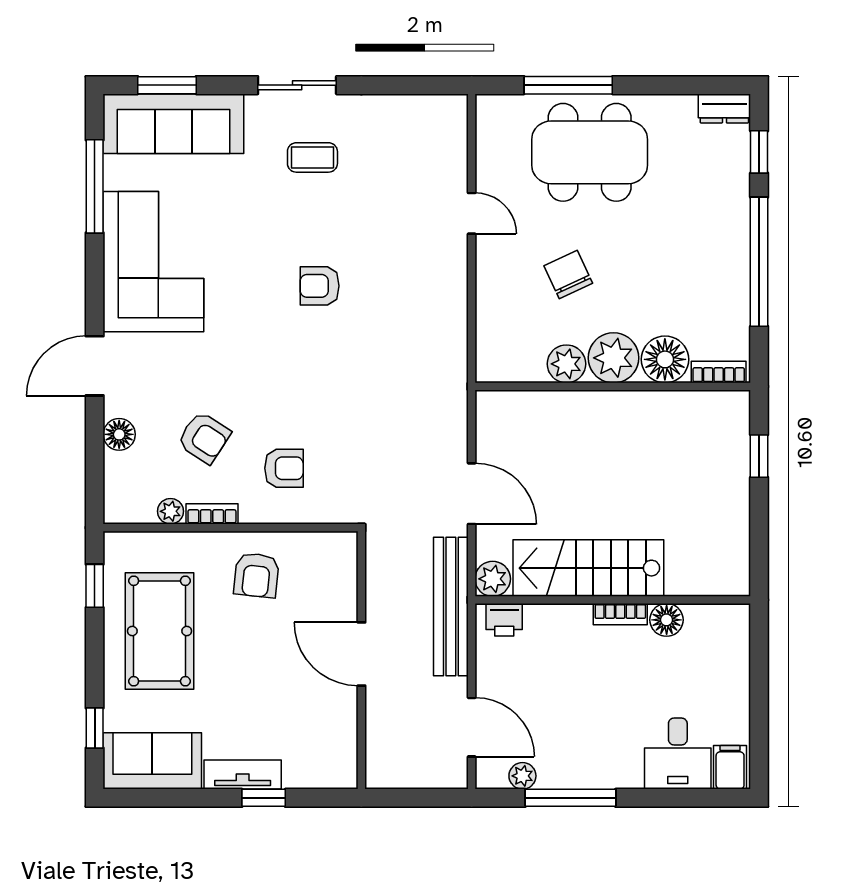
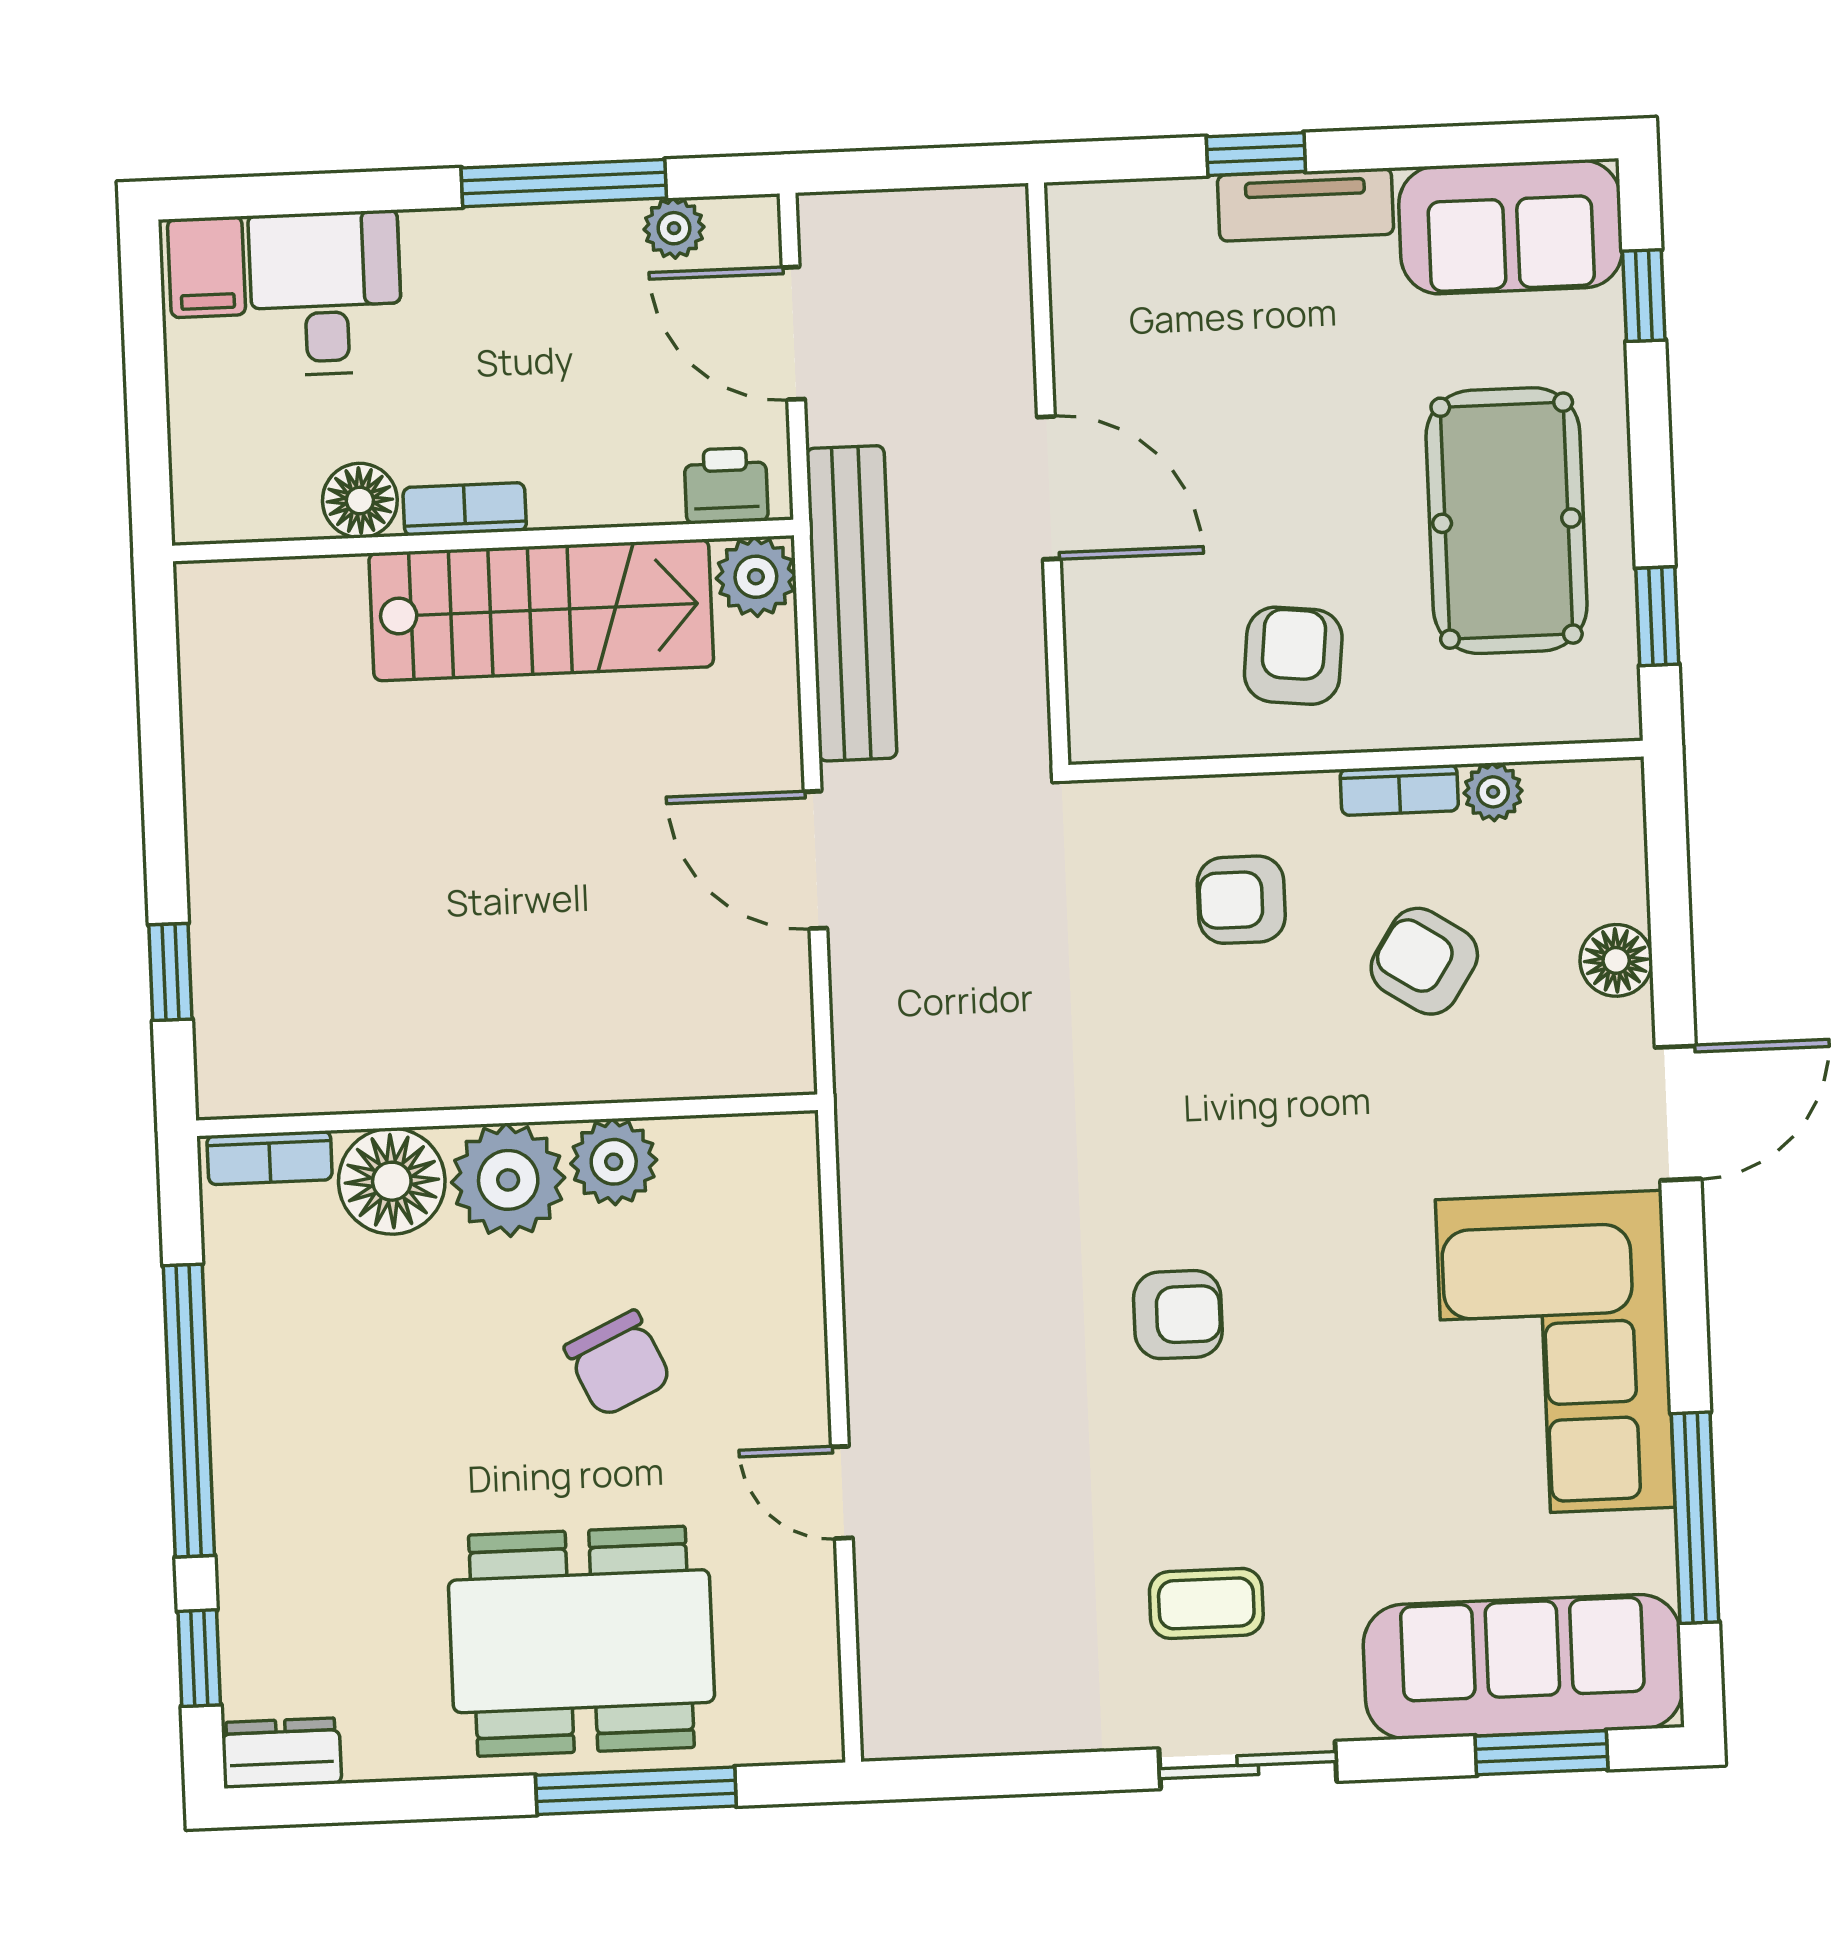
stairs: (588, 568) -> (541, 610), moved
plant: (493, 579) -> (756, 577), moved
wall: (613, 600) -> (483, 540), moved
bookcase: (620, 614) -> (465, 509), moved
printer: (504, 620) -> (726, 486), moved
floor lamp: (667, 620) -> (360, 501), moved

